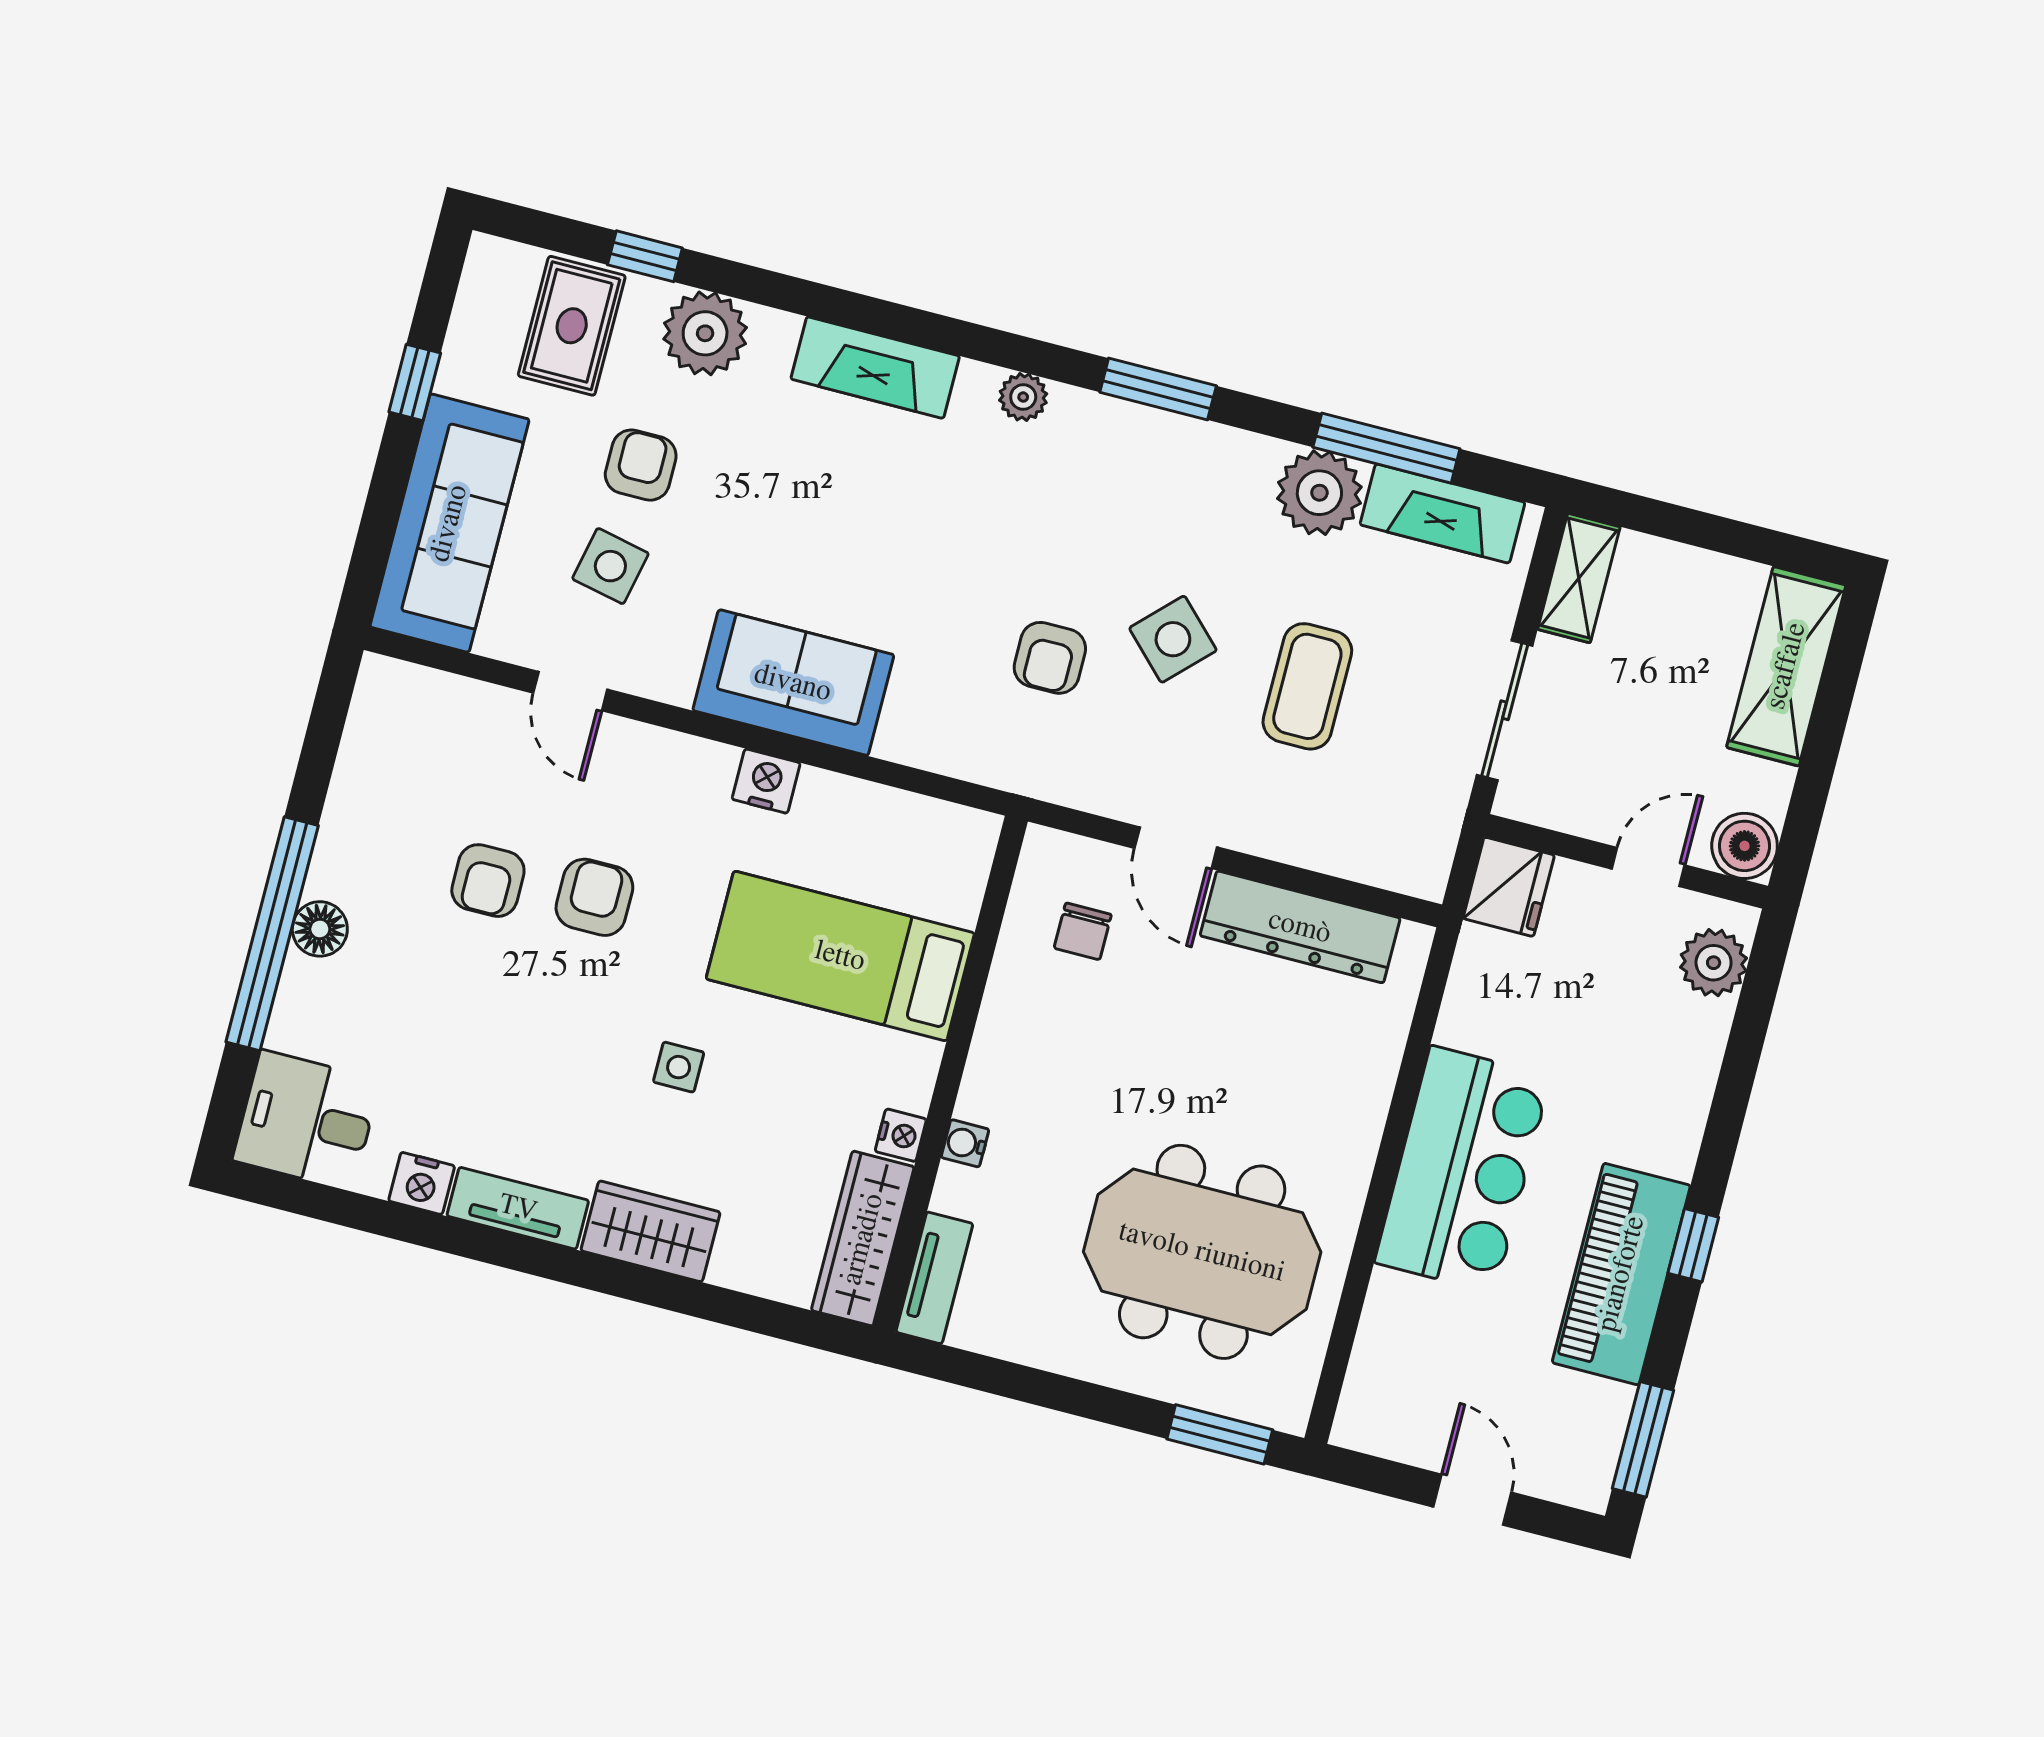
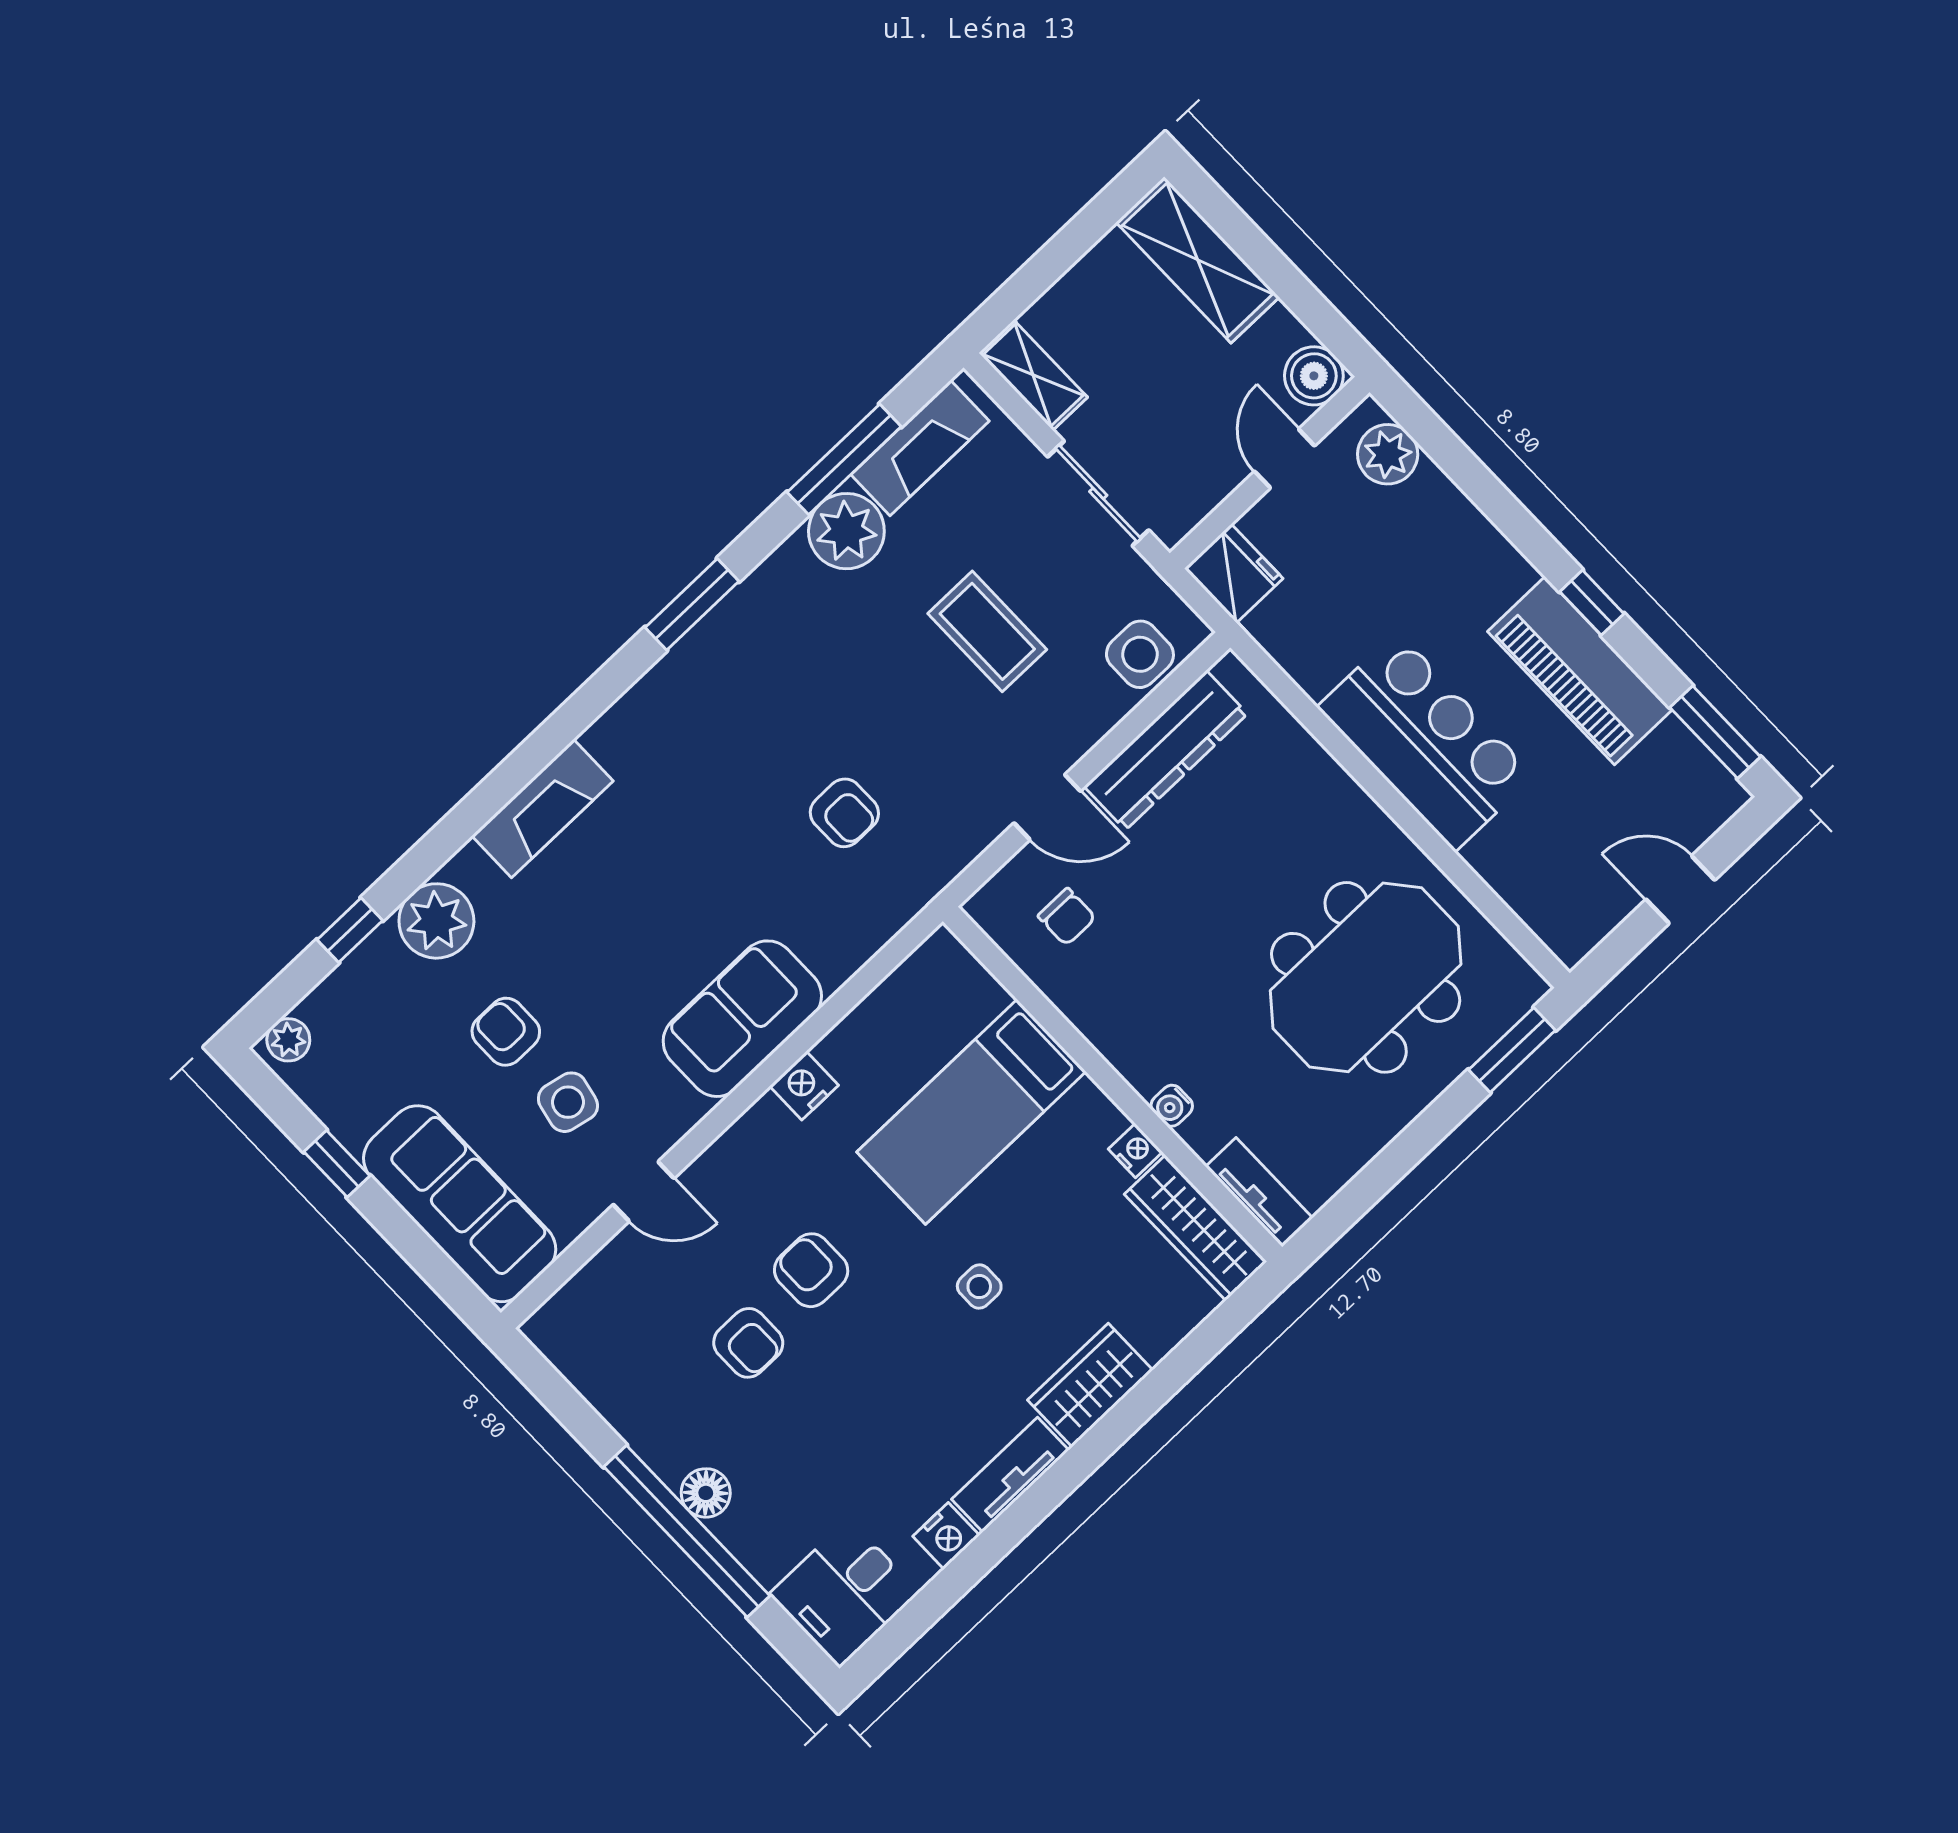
rug: (572, 326) -> (368, 1018), removed
plant: (1023, 397) -> (288, 1040), moved
side table: (1173, 639) -> (1140, 654), moved, turned 45

